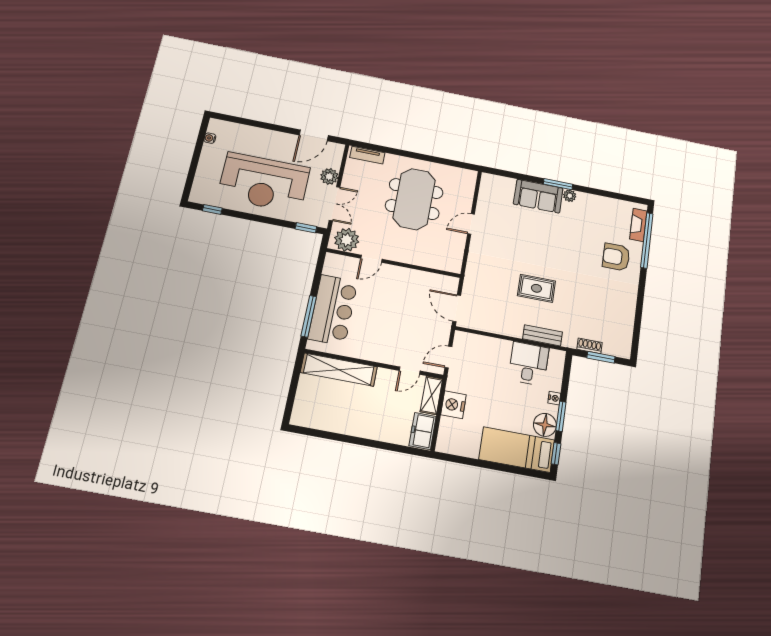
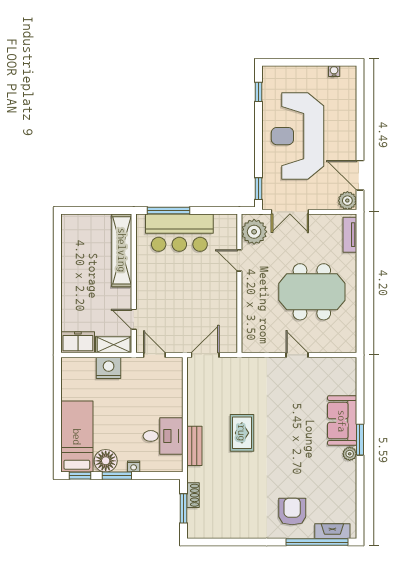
plant: (329, 176) -> (347, 201), moved

